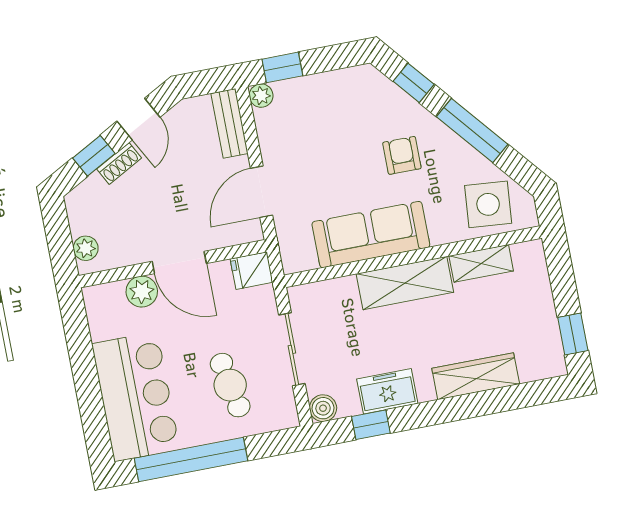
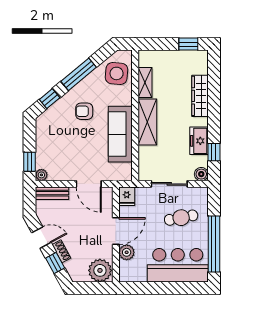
plant: (86, 248) -> (100, 270), width x1.88, depth x1.88

